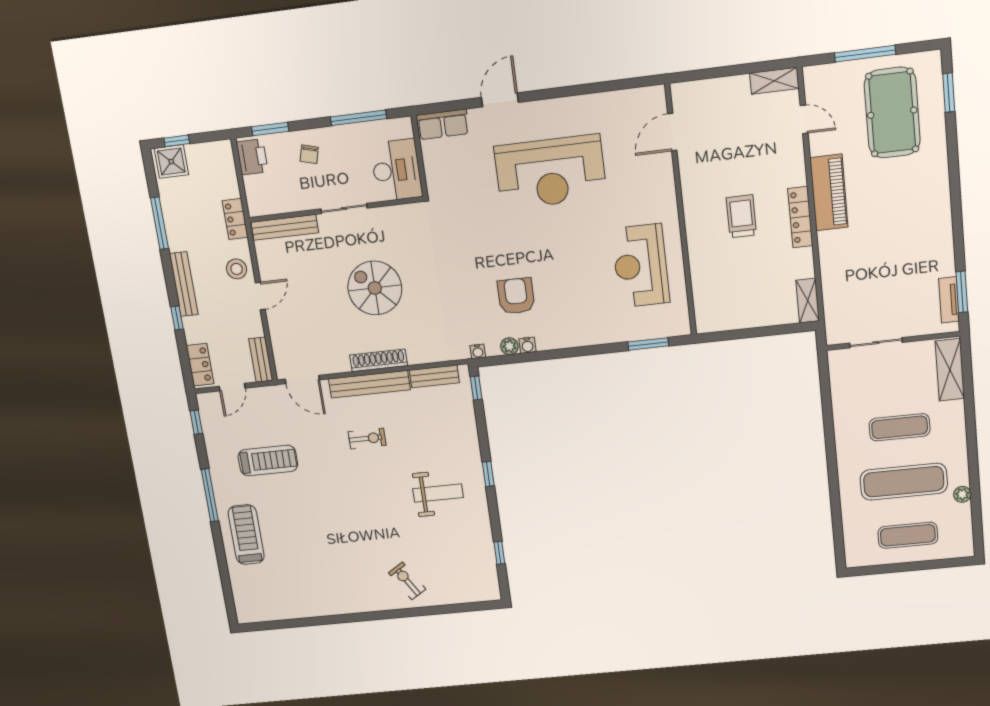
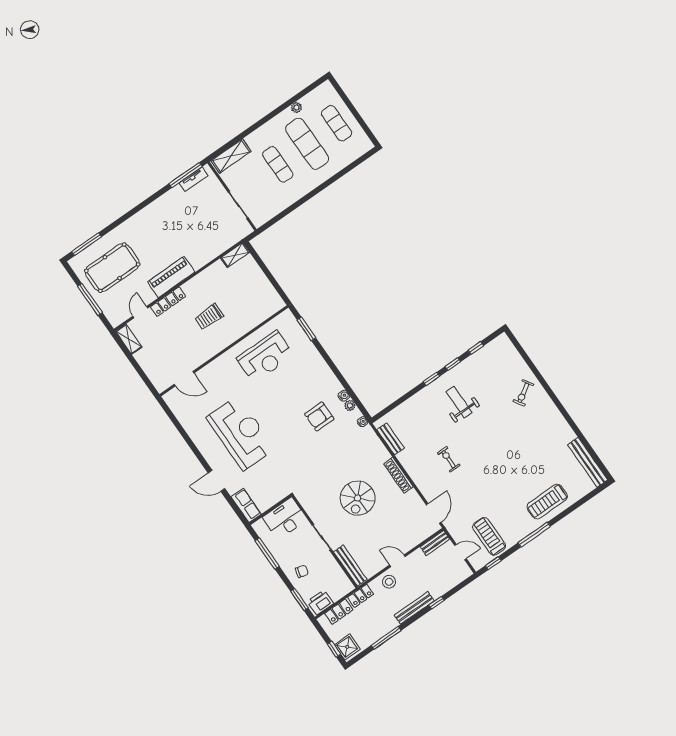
window: (949, 93) -> (86, 244), width x1.44
locker: (800, 217) -> (168, 302), moved
window: (962, 292) -> (186, 175), width x1.44
locker: (200, 365) -> (339, 612), moved, turned 180
bench: (369, 384) -> (588, 462), moved
window: (476, 388) -> (453, 364), moved
treadmill: (268, 461) -> (489, 536), moved

